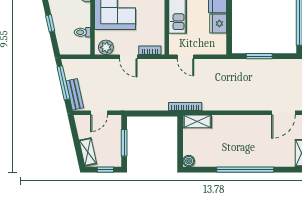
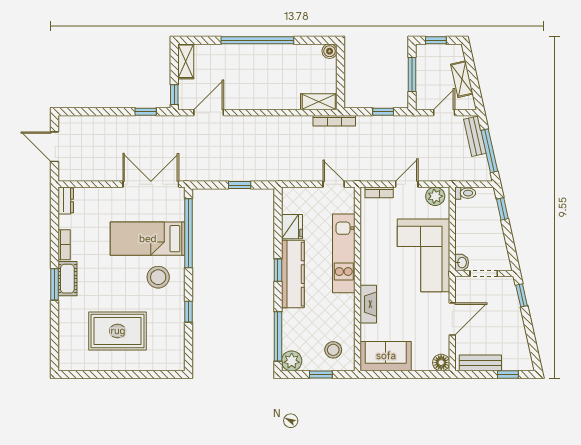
window: (50, 23) -> (502, 209), moved
toilet: (82, 32) -> (465, 193), moved
window: (259, 56) -> (240, 185), width x0.67
door: (128, 57) -> (407, 184), hinge flipped
window: (147, 114) -> (383, 112), added
shelving: (88, 152) -> (462, 79), moved

